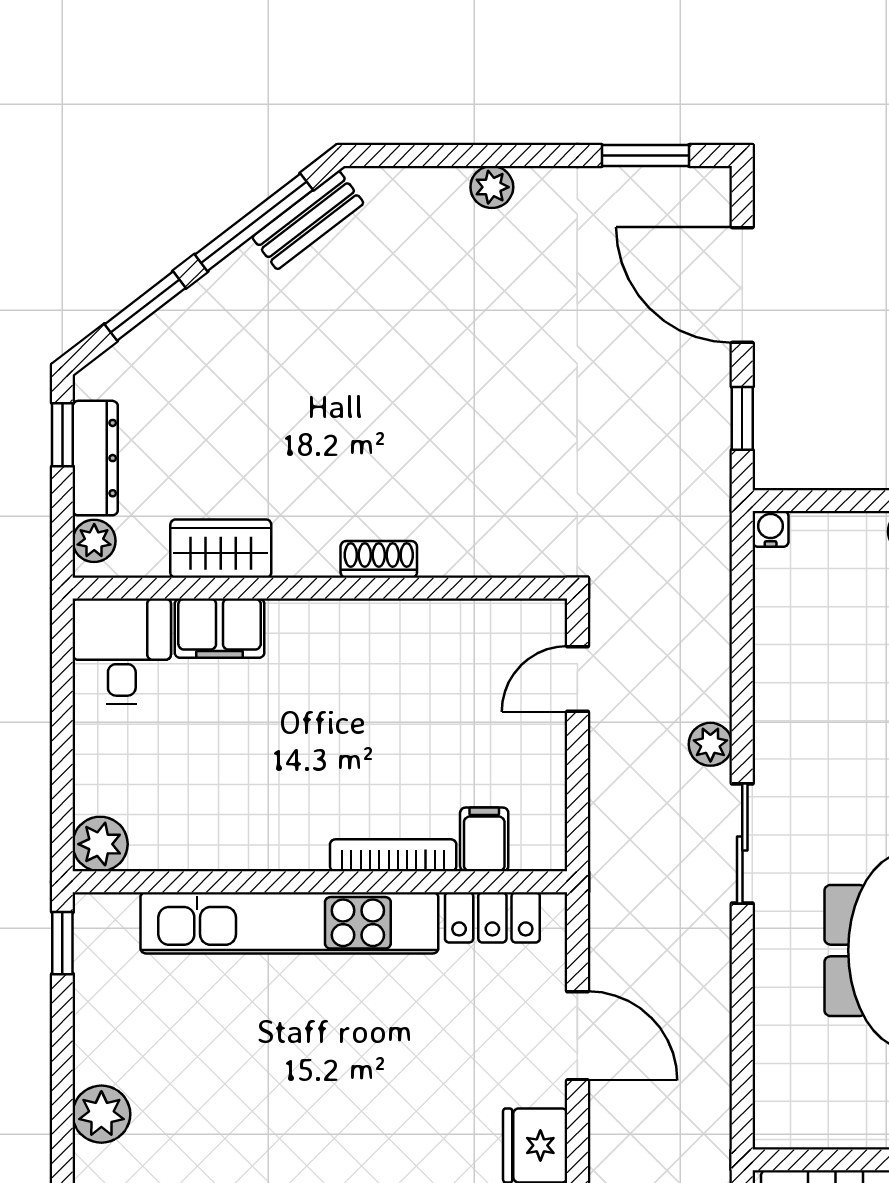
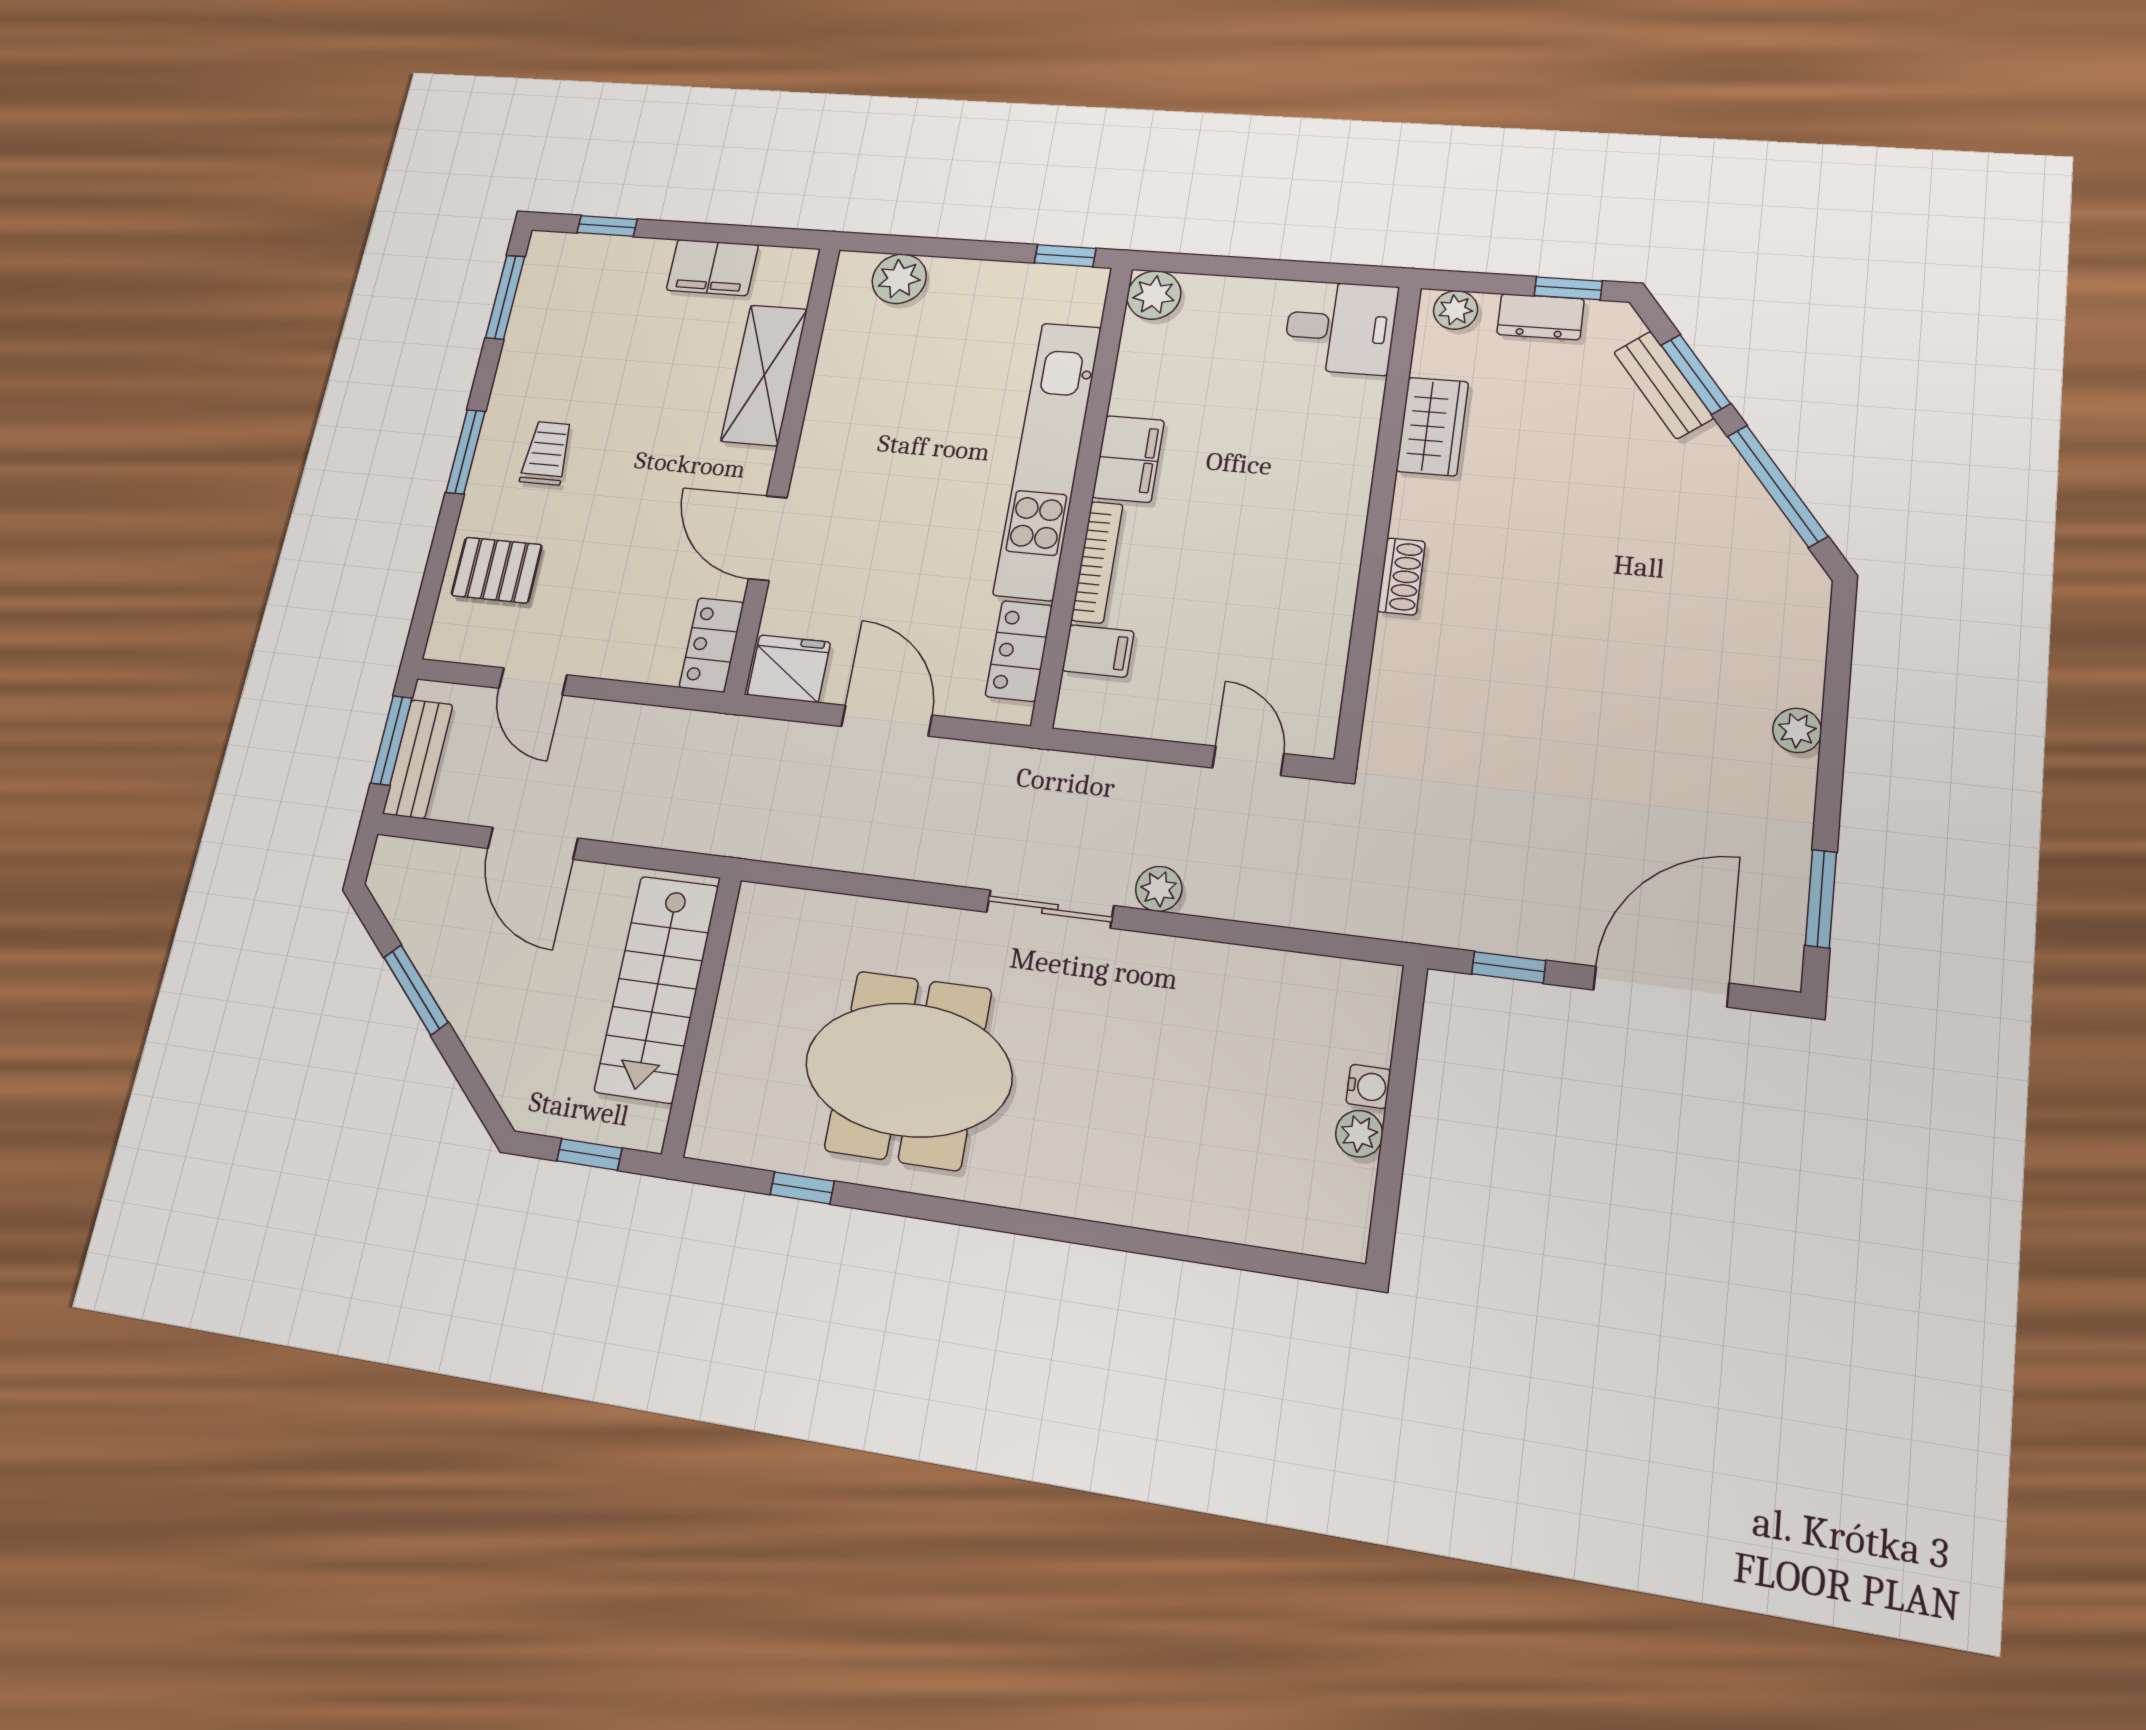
bench: (308, 220) -> (1663, 385), moved
dresser: (95, 458) -> (1540, 317), width x0.70
water cooler: (771, 529) -> (1368, 1086), moved
filing cabinet: (220, 628) -> (1128, 459), moved, turned 180
door: (577, 1036) -> (887, 721), swing flipped

